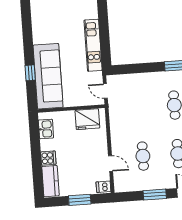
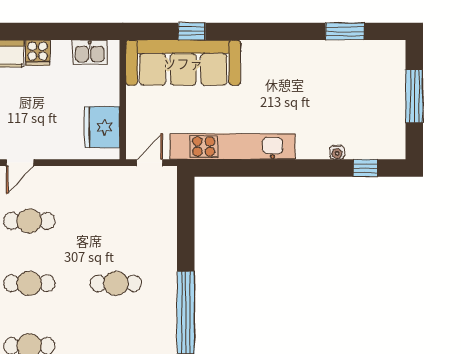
kitchen unit: (93, 45) -> (232, 146), width x1.36

